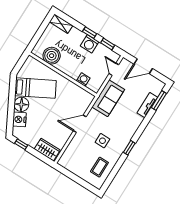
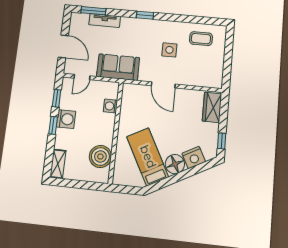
window: (129, 148) -> (145, 15), moved

